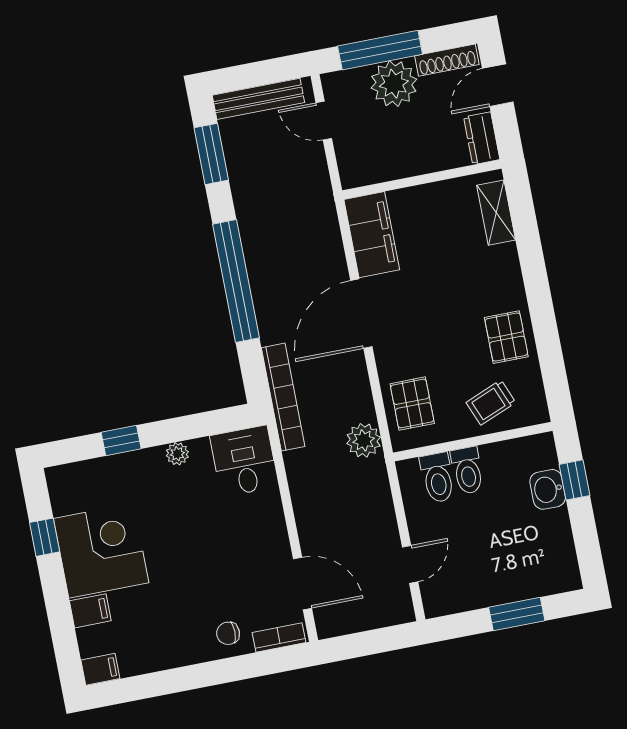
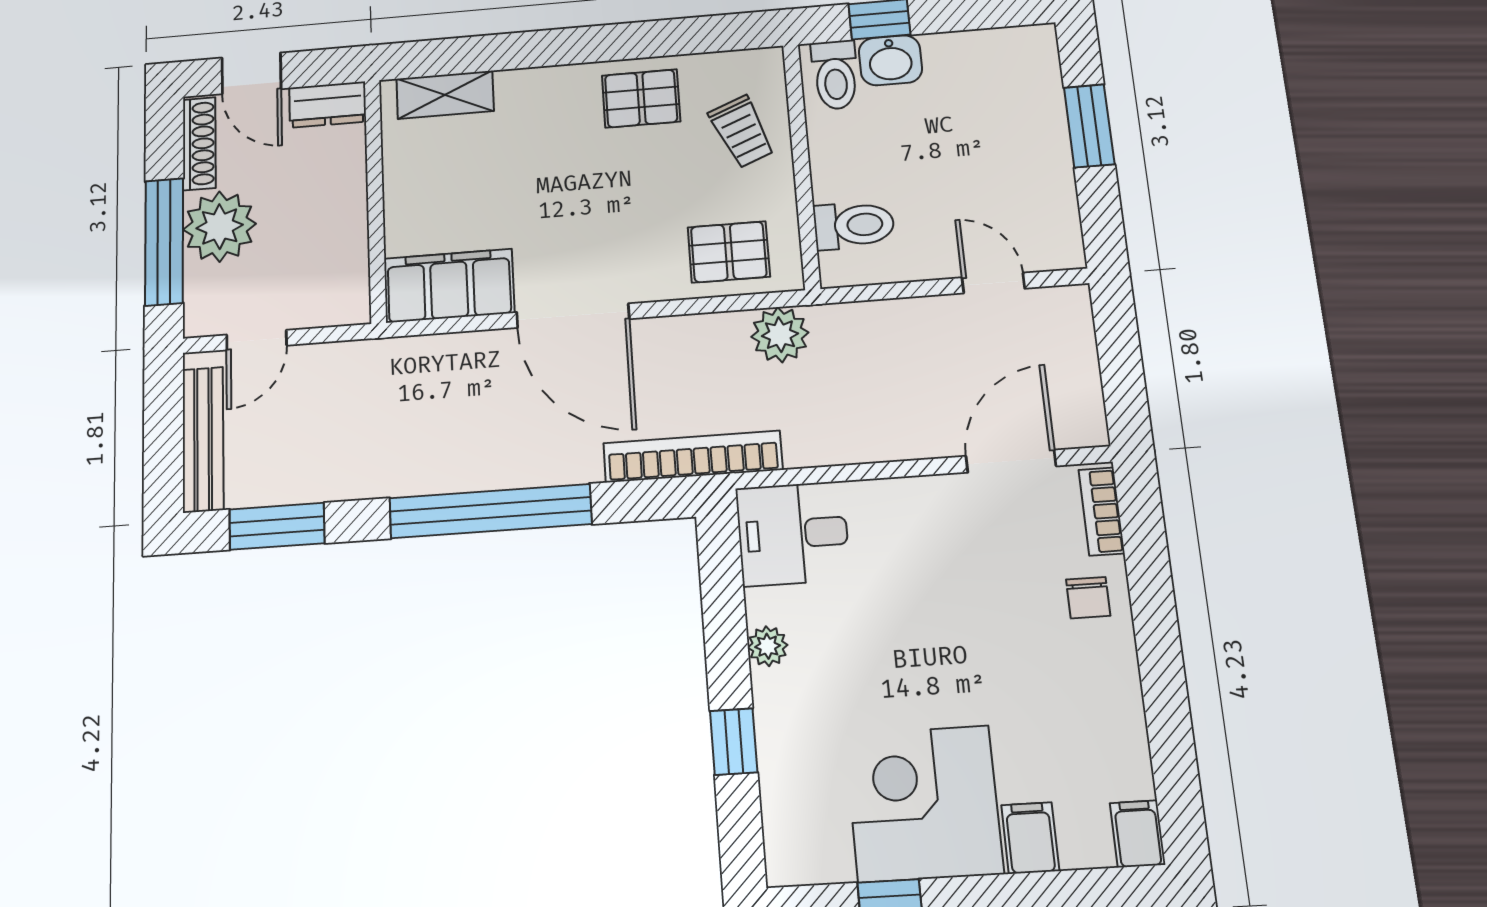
toilet: (467, 470) -> (835, 75), moved, turned 90

